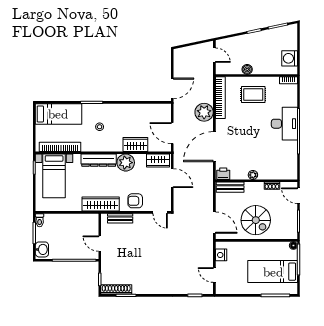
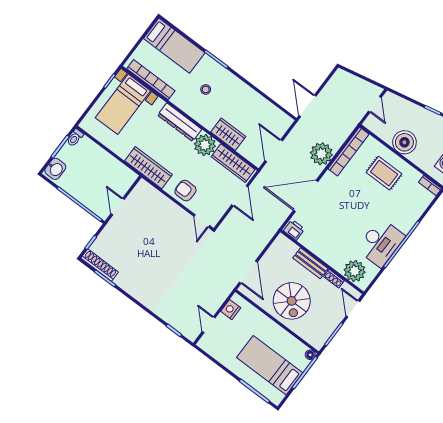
boiler: (247, 69) -> (404, 142), width x1.86, depth x1.86
door: (172, 88) -> (307, 106), swing flipped
desk: (284, 124) -> (381, 243), moved
wardrobe: (158, 160) -> (233, 163), width x1.50
plant: (253, 175) -> (355, 271), moved, width x1.87, depth x1.87
bench: (230, 187) -> (310, 263), moved
bench: (120, 218) -> (157, 197), removed

